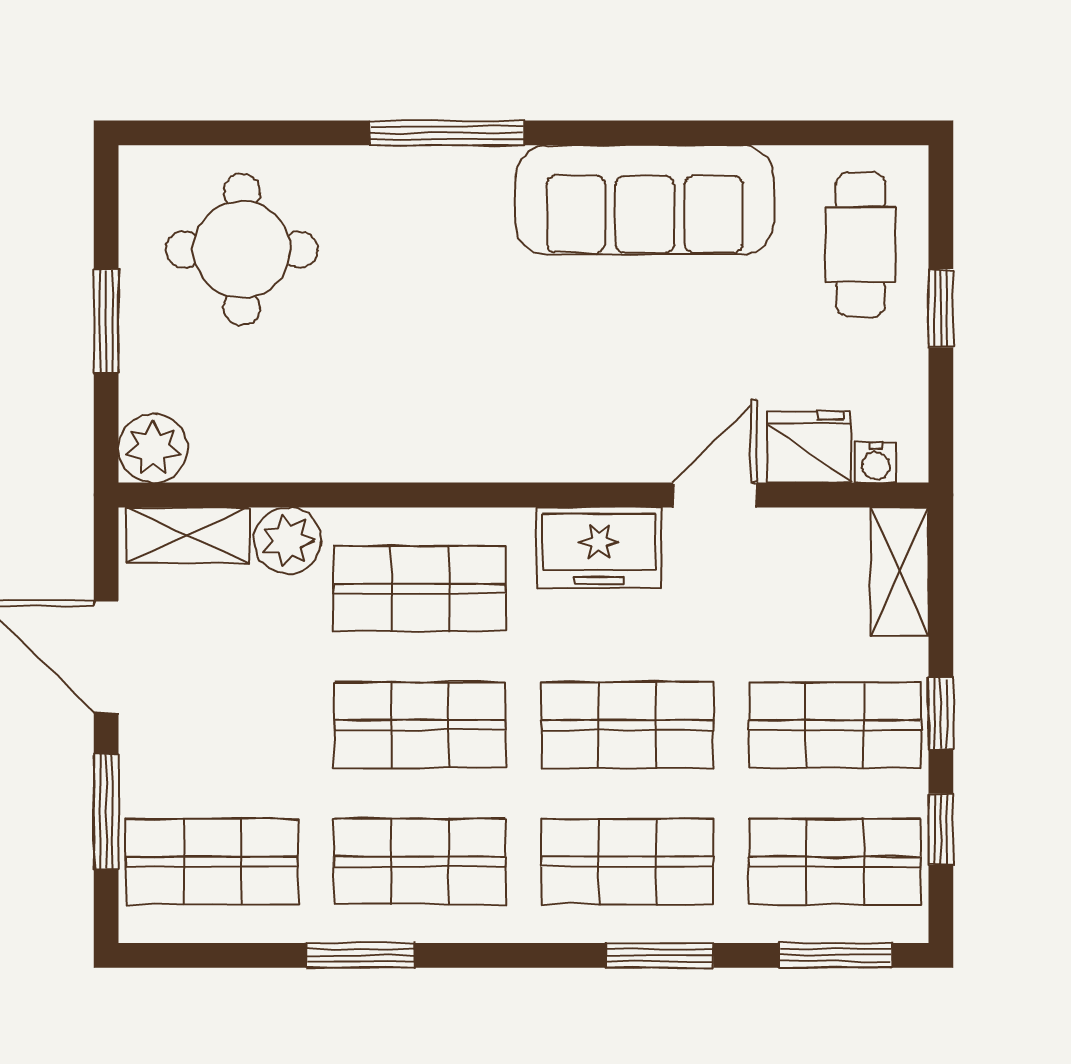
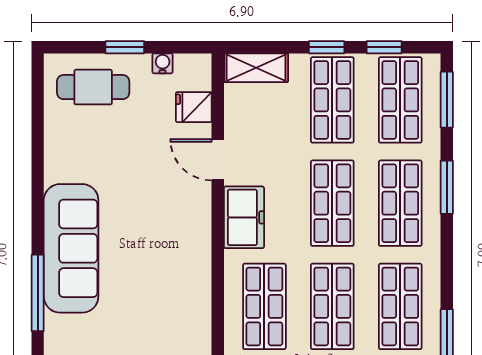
sofa: (645, 200) -> (71, 248), moved
fridge: (809, 447) -> (194, 107), width x0.72
water cooler: (876, 463) -> (163, 63), moved, turned -90

